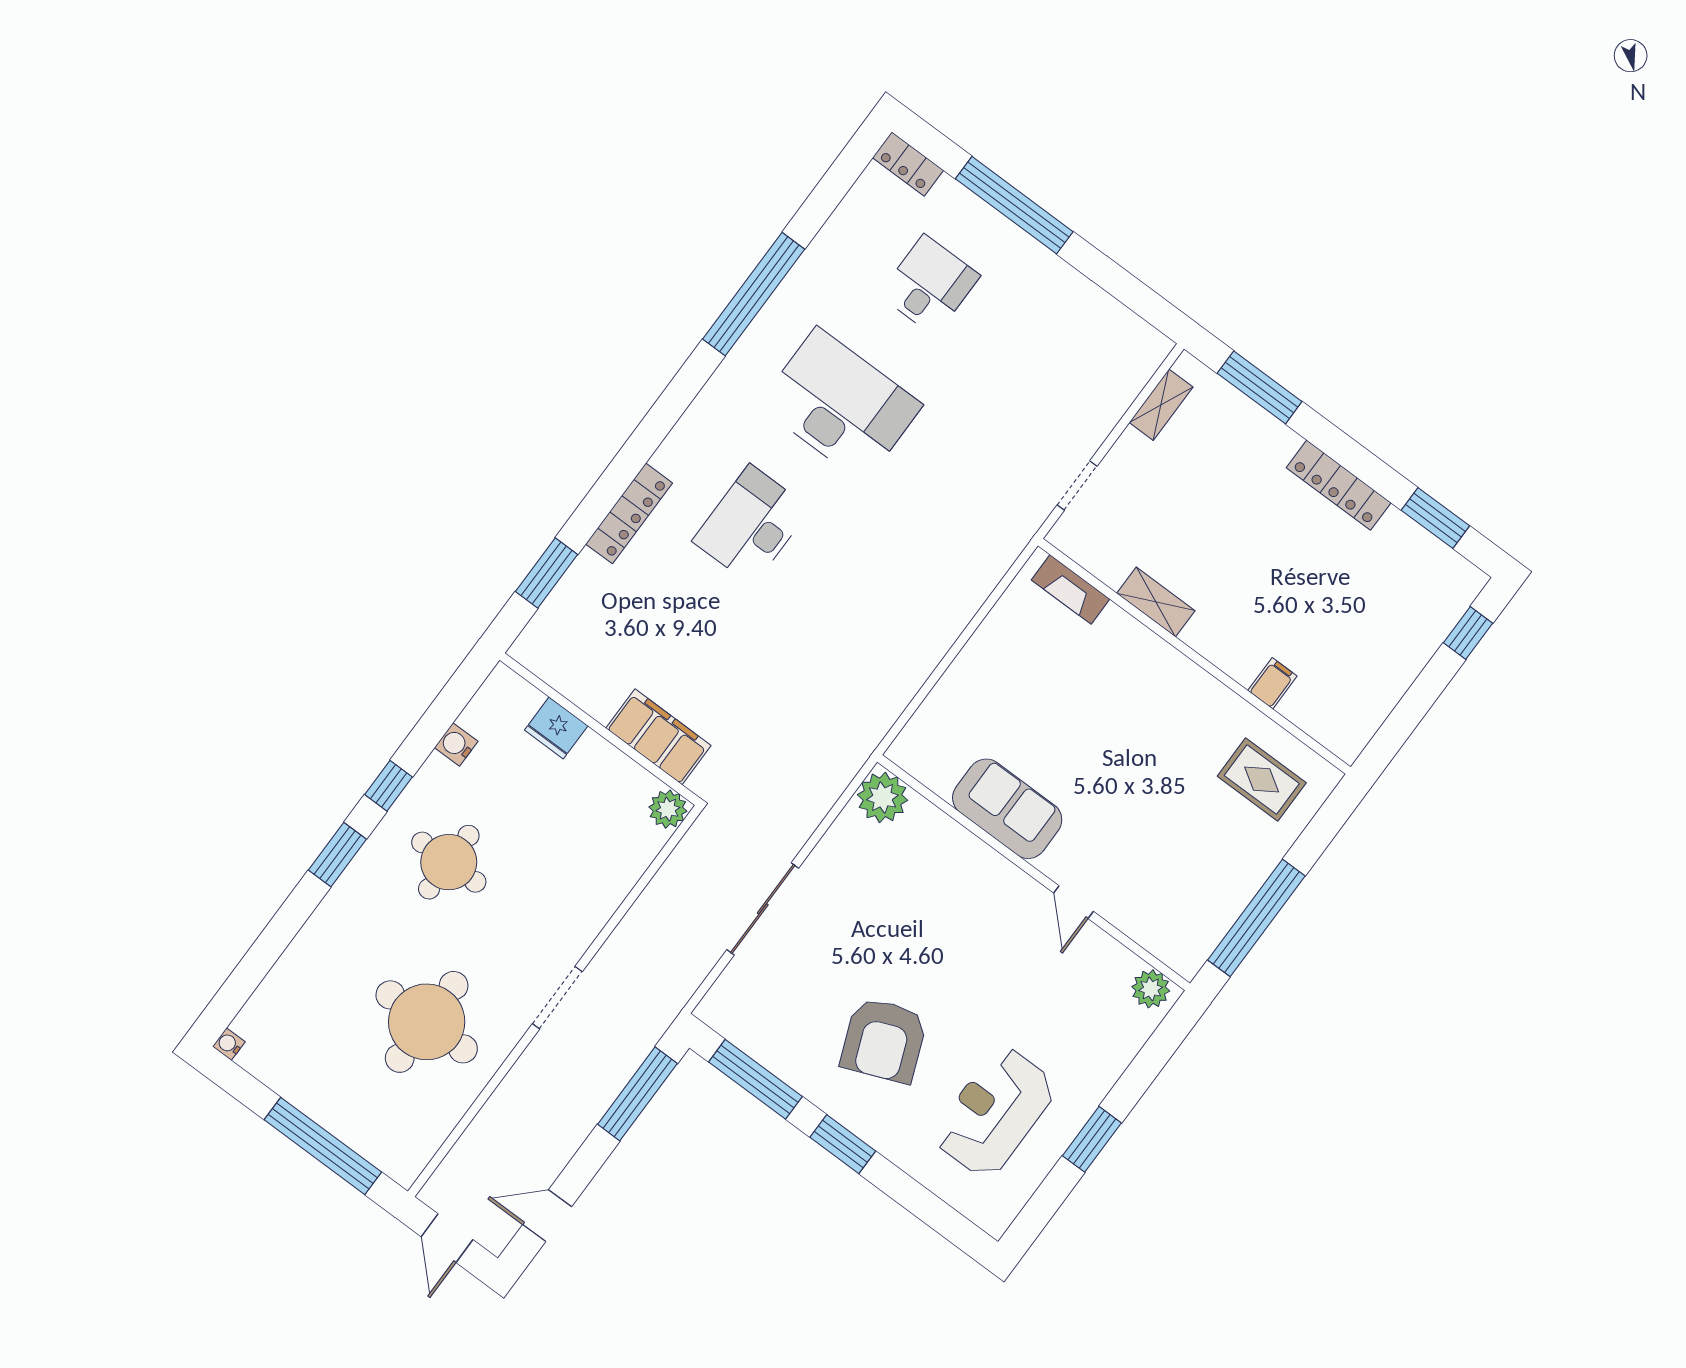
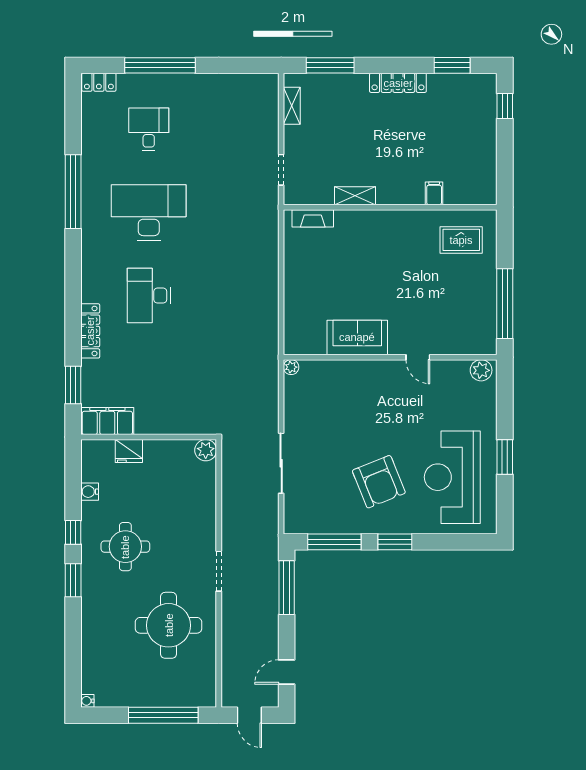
filing cabinet: (658, 737) -> (107, 421), moved
plant: (882, 797) -> (291, 367), width x0.53, depth x0.53
reception desk: (995, 1112) -> (452, 477), width x1.36, depth x1.30

